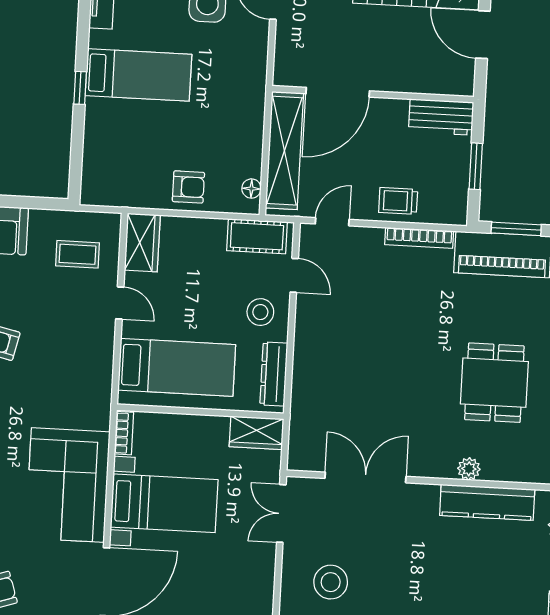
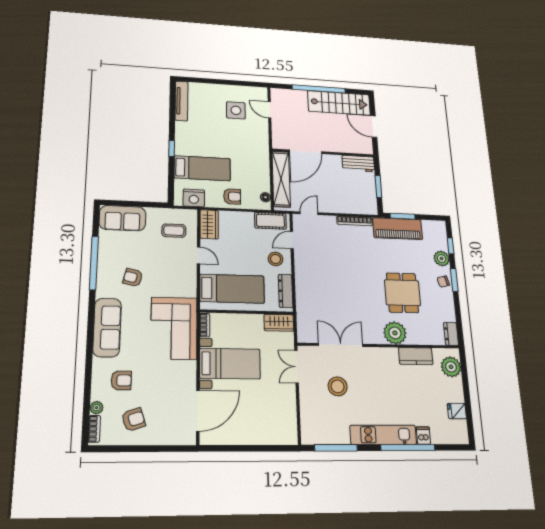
bed: (138, 75) -> (202, 168), moved
nightstand: (117, 190) -> (194, 198), added
trolley: (398, 201) -> (342, 203), removed
door: (294, 275) -> (292, 240), swing flipped
plant: (469, 469) -> (395, 333), width x1.88, depth x1.88
corner sofa: (68, 485) -> (174, 328), moved
kitchen counter: (487, 502) -> (416, 356), width x0.67
stool: (331, 582) -> (338, 386), moved

